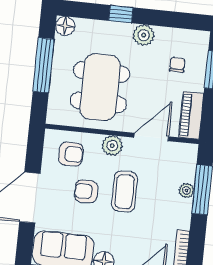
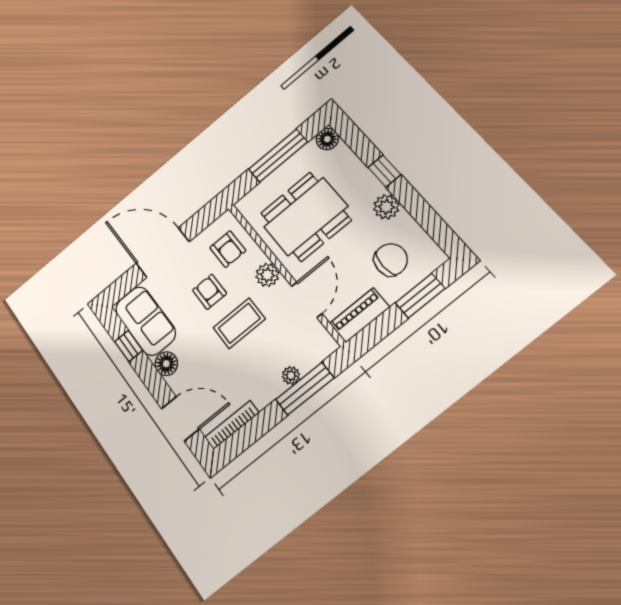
chair: (177, 65) -> (391, 260), width x1.87, depth x1.87
door: (151, 137) -> (307, 300), hinge flipped

